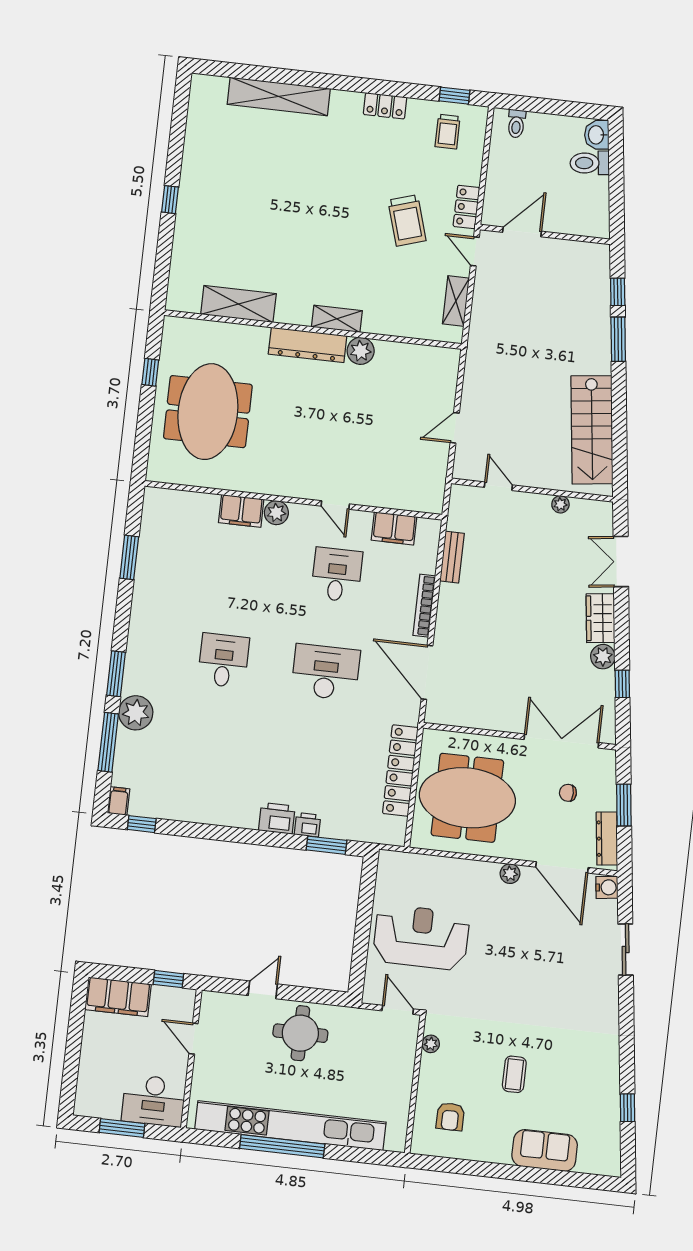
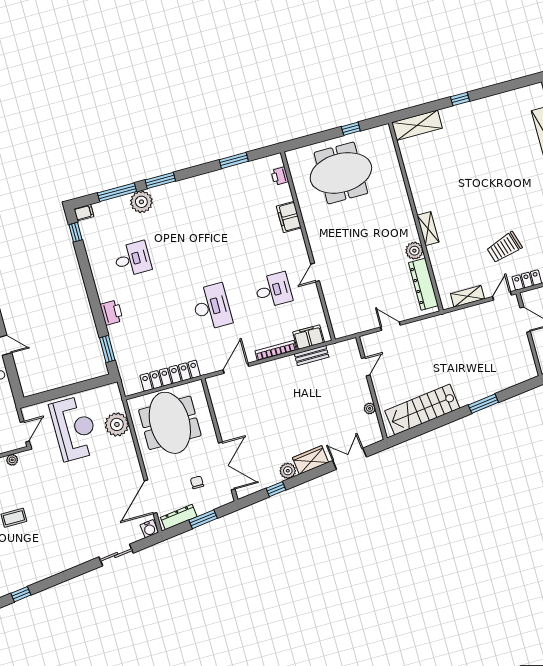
window: (618, 292) -> (512, 392), removed
shelving: (238, 304) -> (417, 125), moved, turned 90
dresser: (308, 345) -> (423, 284), moved
plant: (276, 513) -> (296, 239), removed
filing cabinet: (394, 528) -> (309, 337), moved, turned 90
desk: (223, 660) -> (133, 259), moved
door: (427, 672) -> (236, 368), width x0.73
printer: (307, 825) -> (280, 176), moved, turned 180
plant: (510, 874) -> (117, 424), moved, width x1.88, depth x1.88

